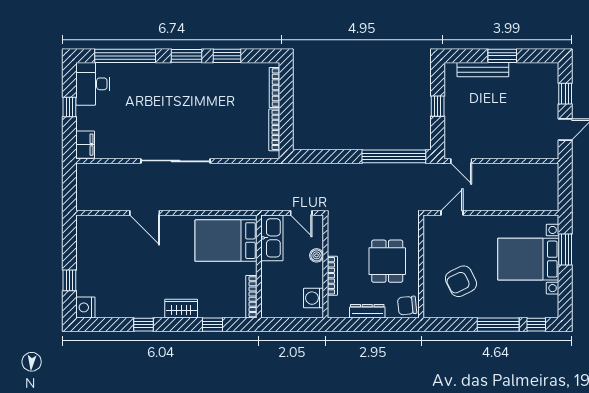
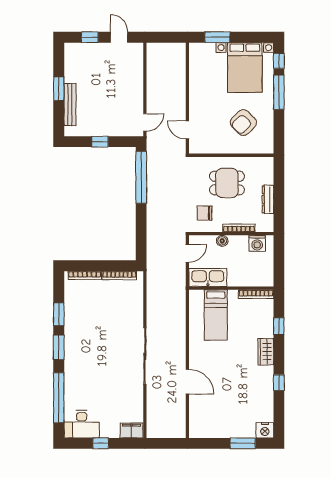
door: (145, 213) -> (187, 382), hinge flipped
bed: (226, 241) -> (216, 315), width x0.67
bed with nightstands: (528, 259) -> (245, 67), moved
window: (69, 280) -> (243, 443), width x1.50
armchair: (461, 281) -> (243, 123), turned 72
chair: (407, 306) -> (205, 213), moved, turned 96

